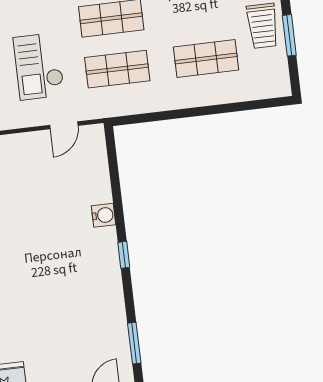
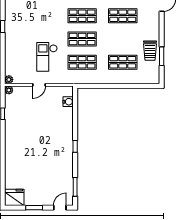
door: (64, 125) -> (39, 85), moved
water cooler: (103, 215) -> (68, 102), moved

